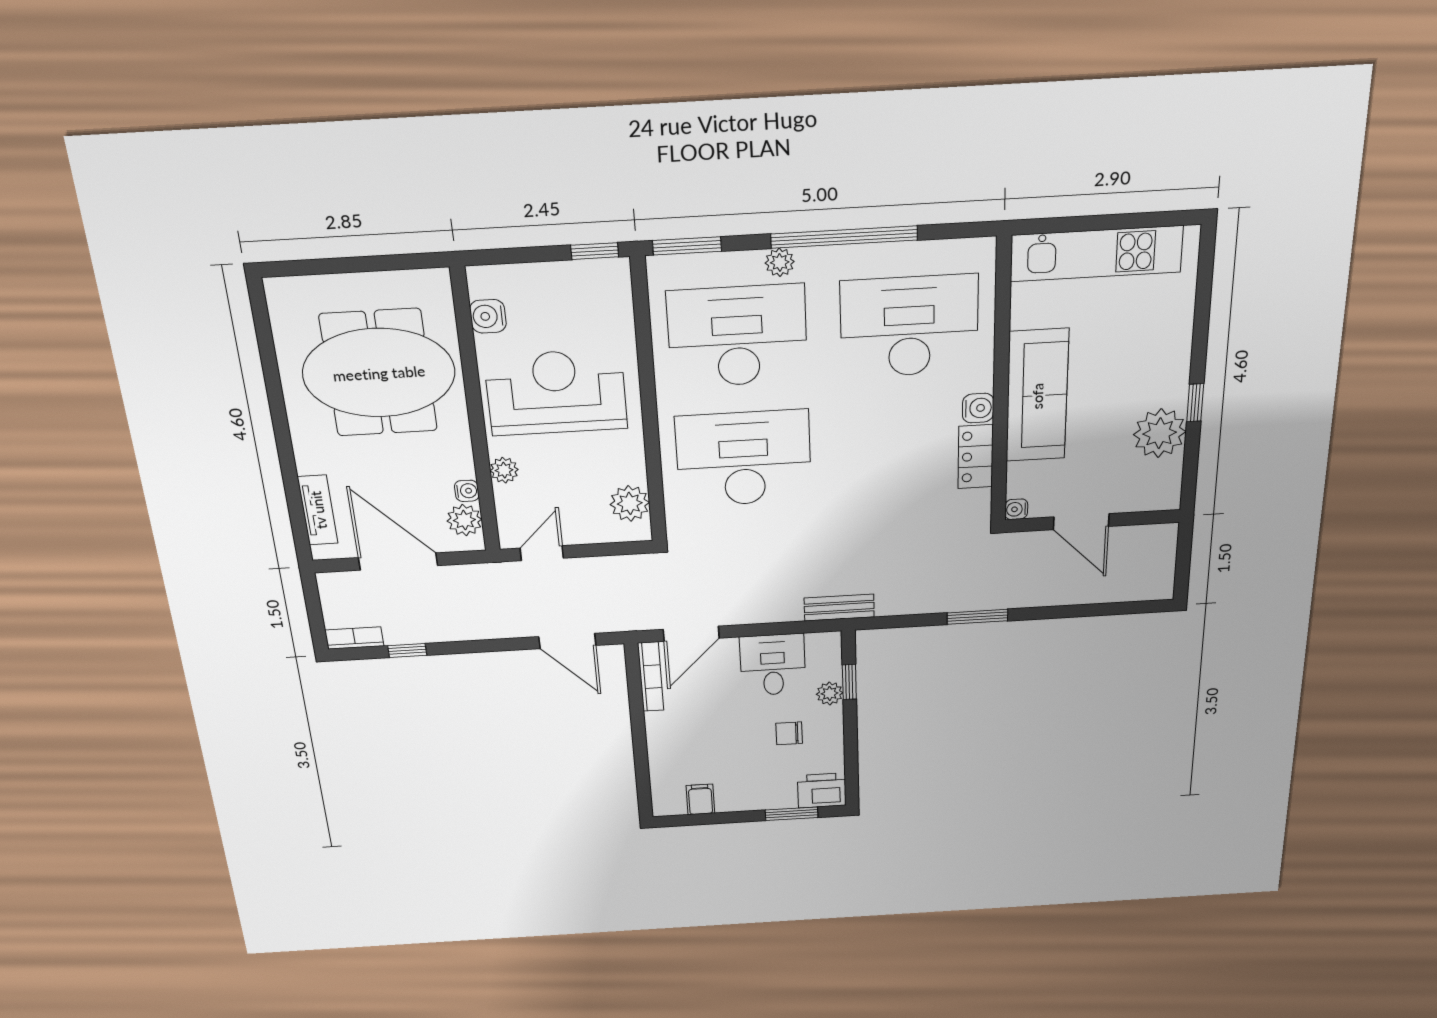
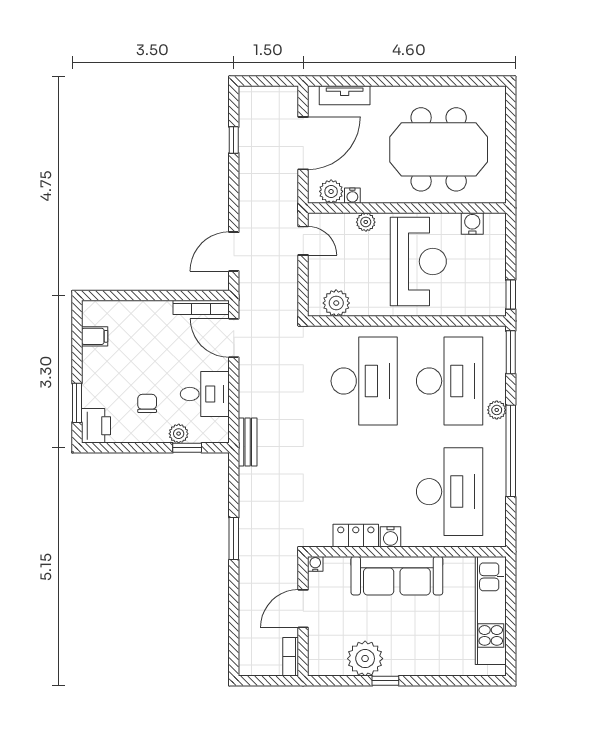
meeting table: (379, 373) -> (439, 149), turned 90
bookcase: (354, 638) -> (291, 657), moved, turned 180

